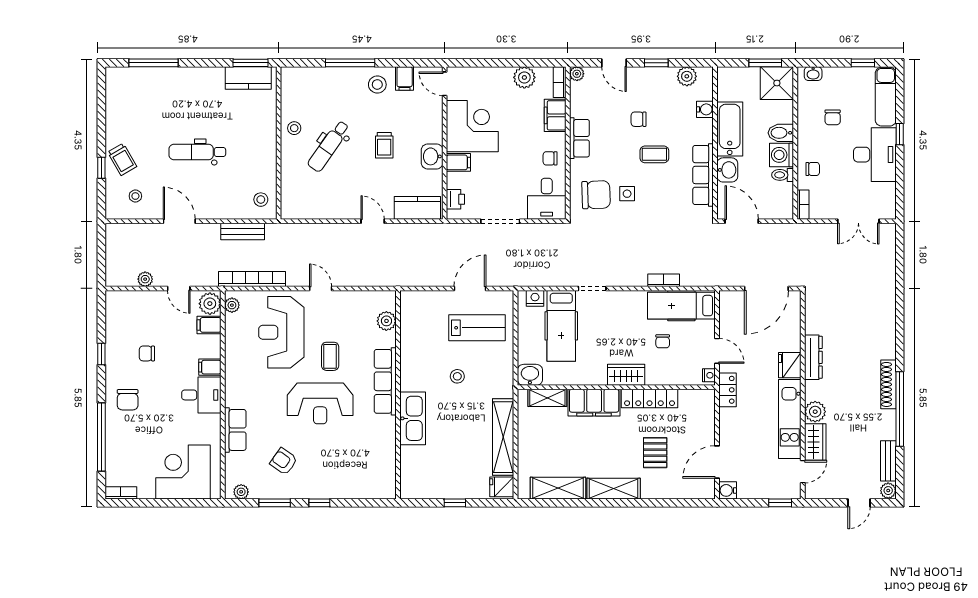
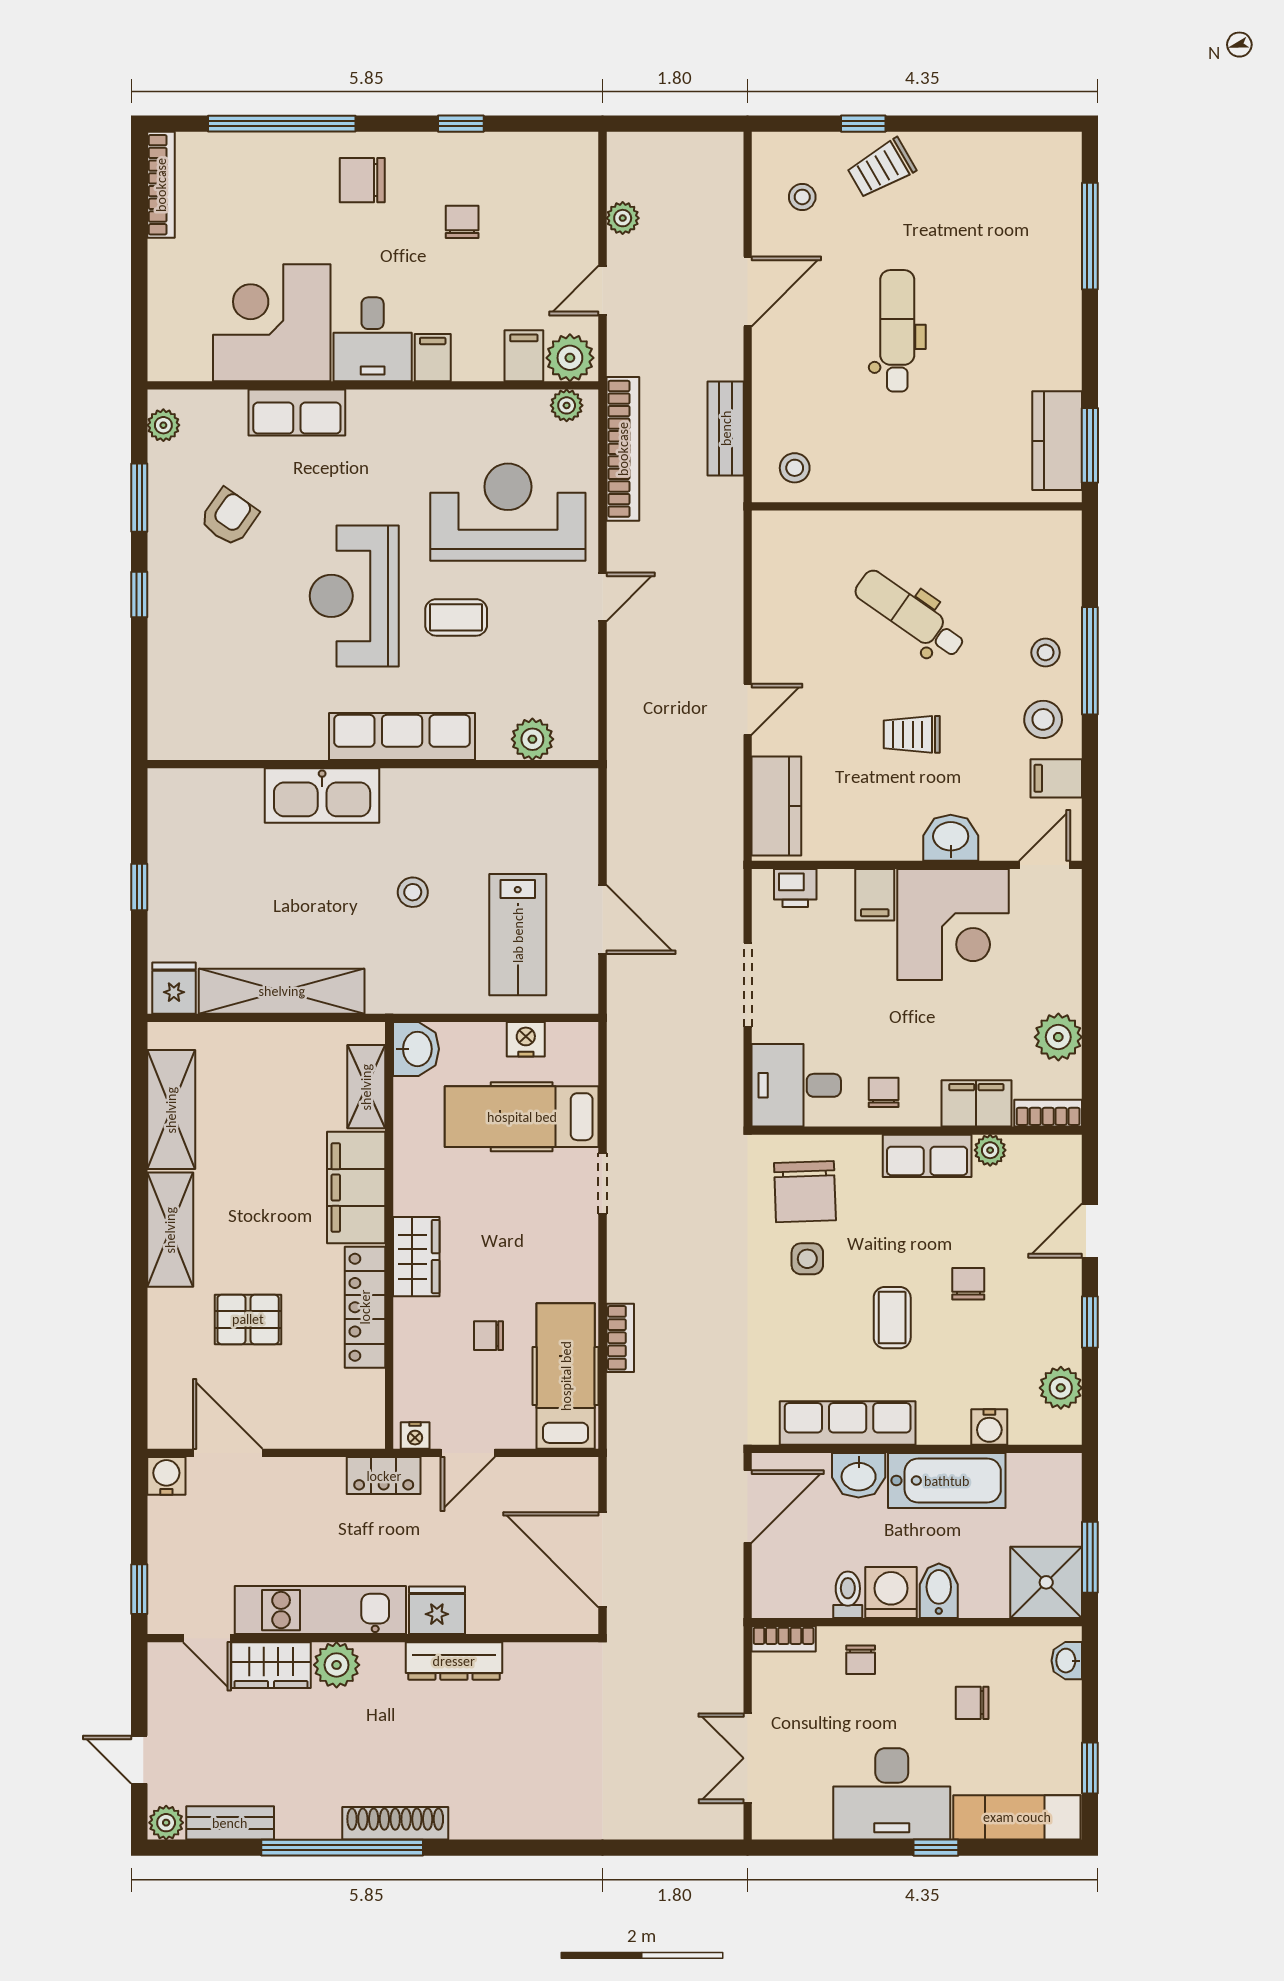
plant: (577, 74) -> (990, 1150), moved
stool: (294, 128) -> (1046, 653), moved
washbasin: (432, 156) -> (951, 838), moved
nightstand: (535, 298) -> (526, 1039), moved, turned -90
corner desk: (183, 472) -> (272, 323), moved, turned -90
bookcase: (121, 493) -> (161, 185), width x1.56

